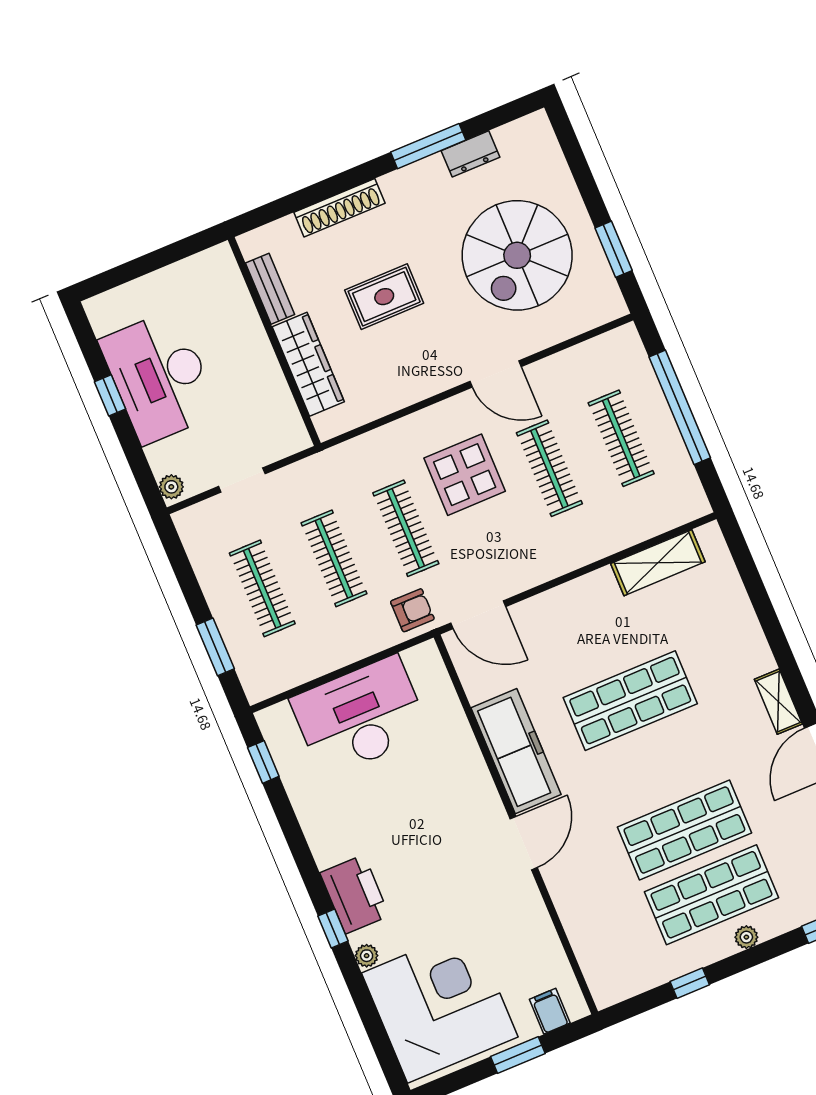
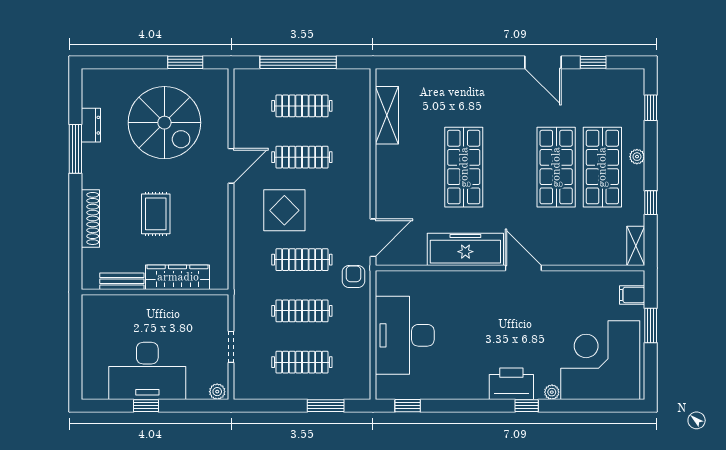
shelving: (778, 702) -> (636, 246), moved, turned 90

